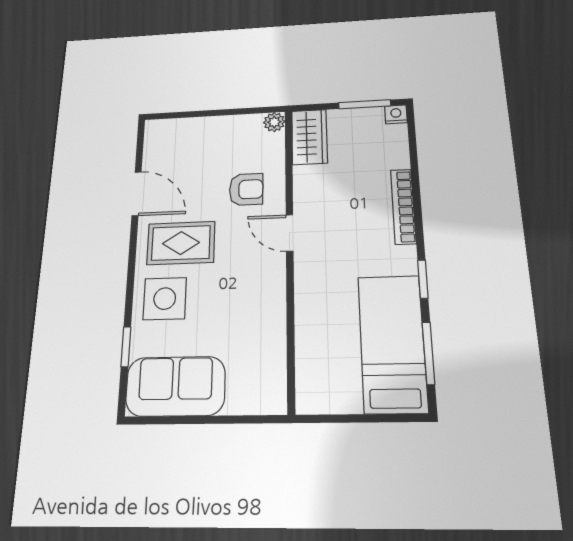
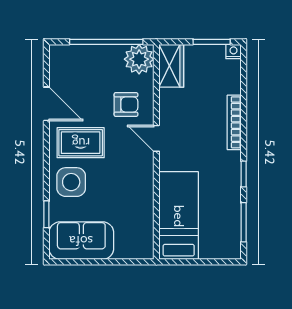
window: (221, 113) -> (106, 42), added
plant: (274, 122) -> (139, 59), width x1.87, depth x1.87
bed: (392, 343) -> (179, 216), moved

